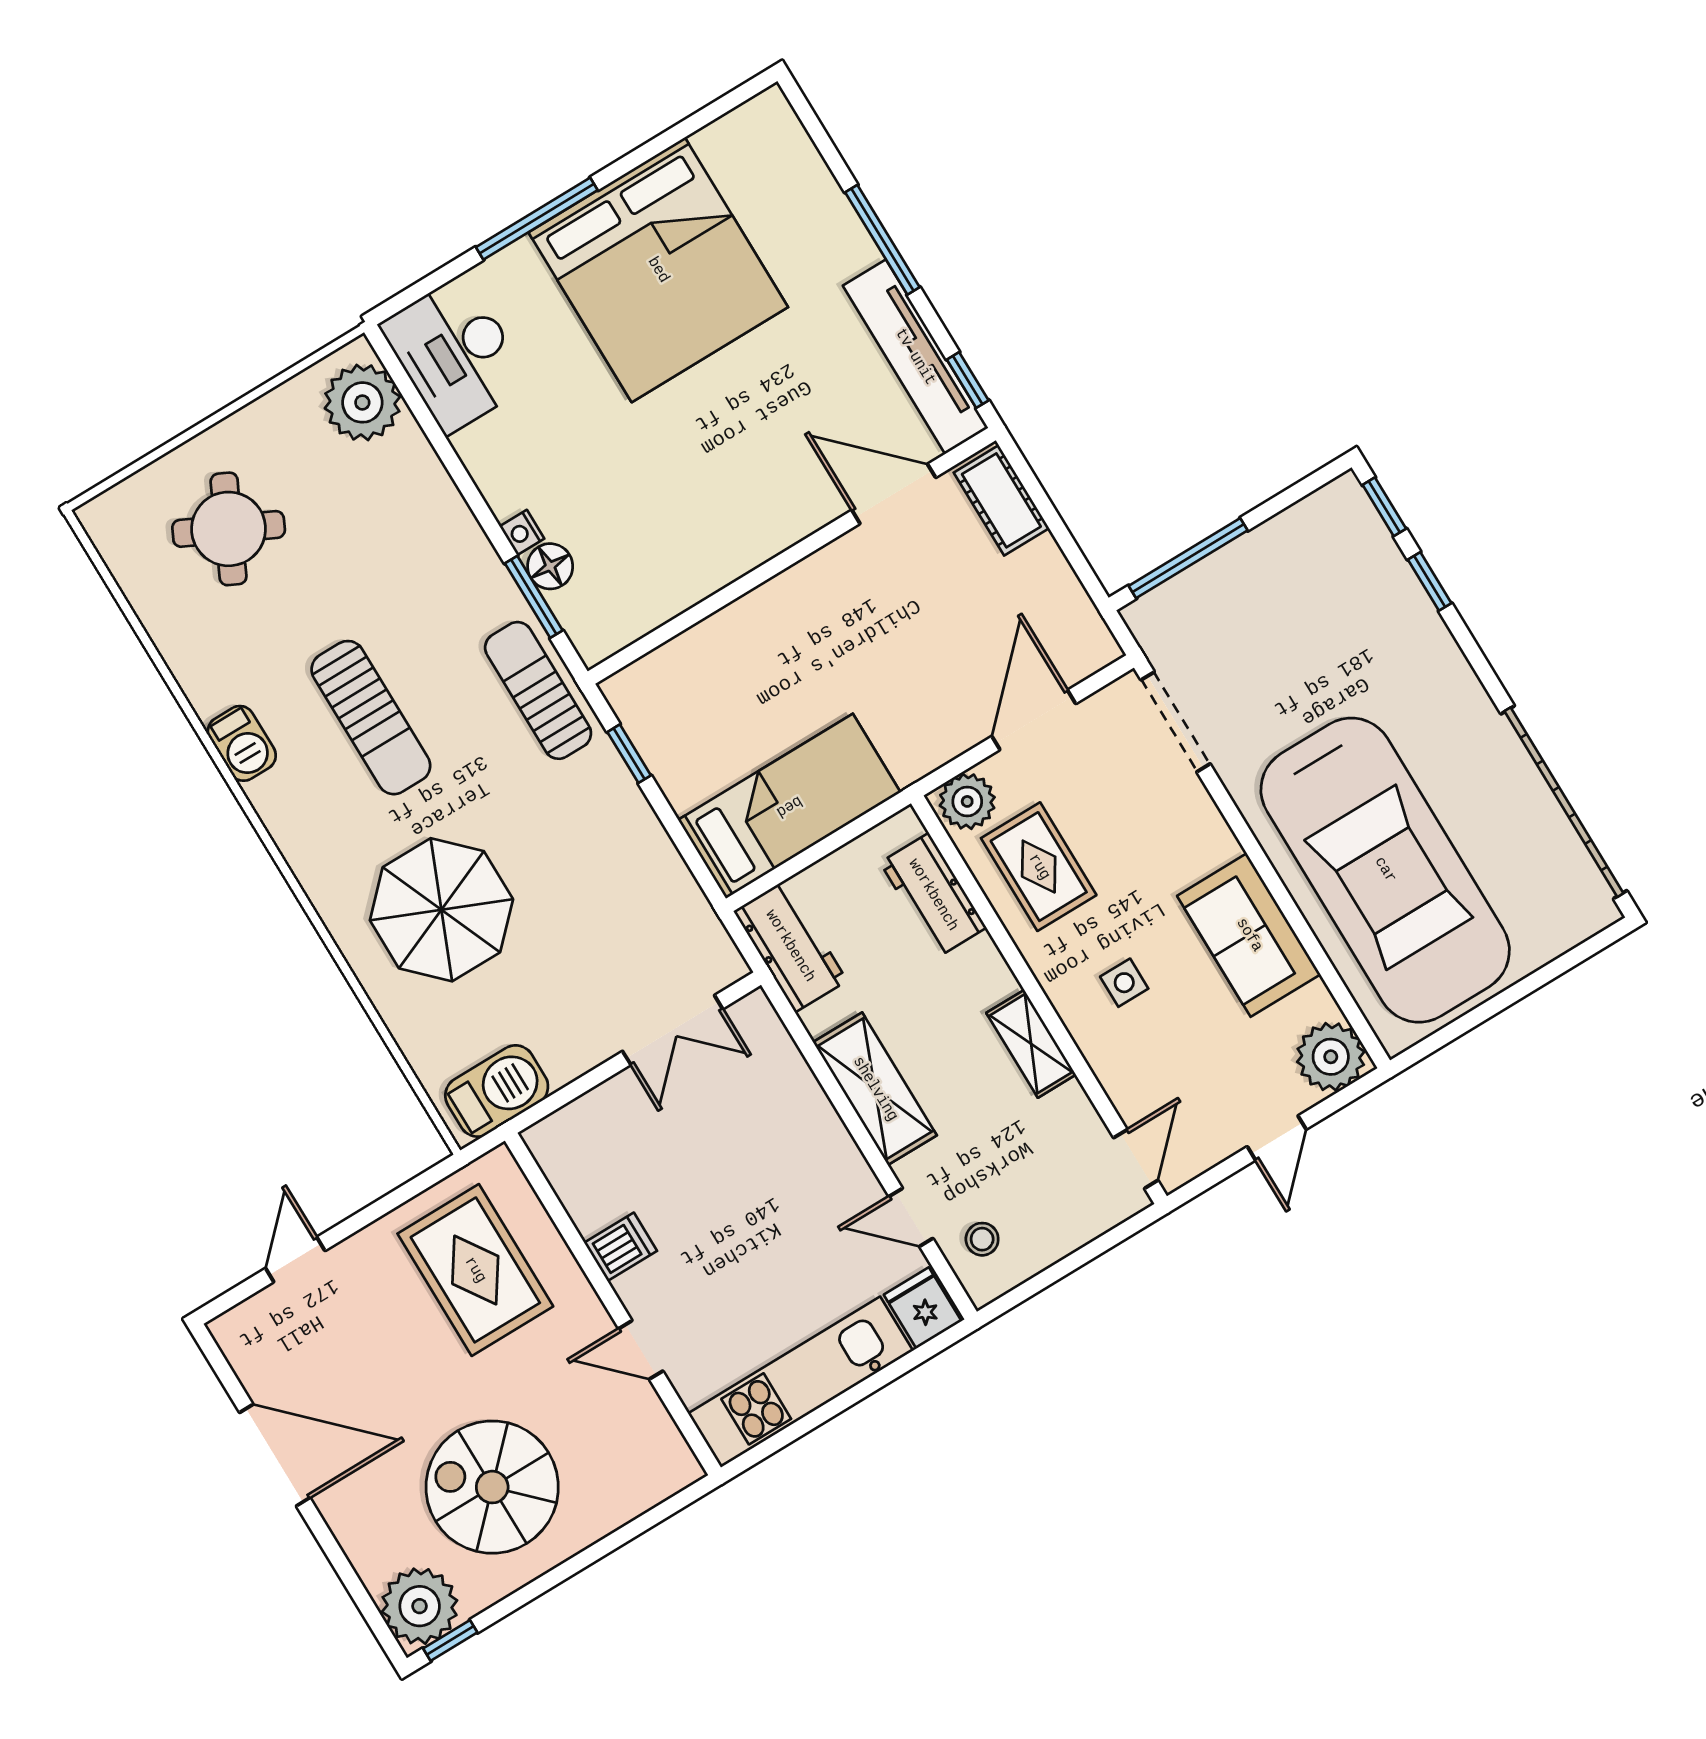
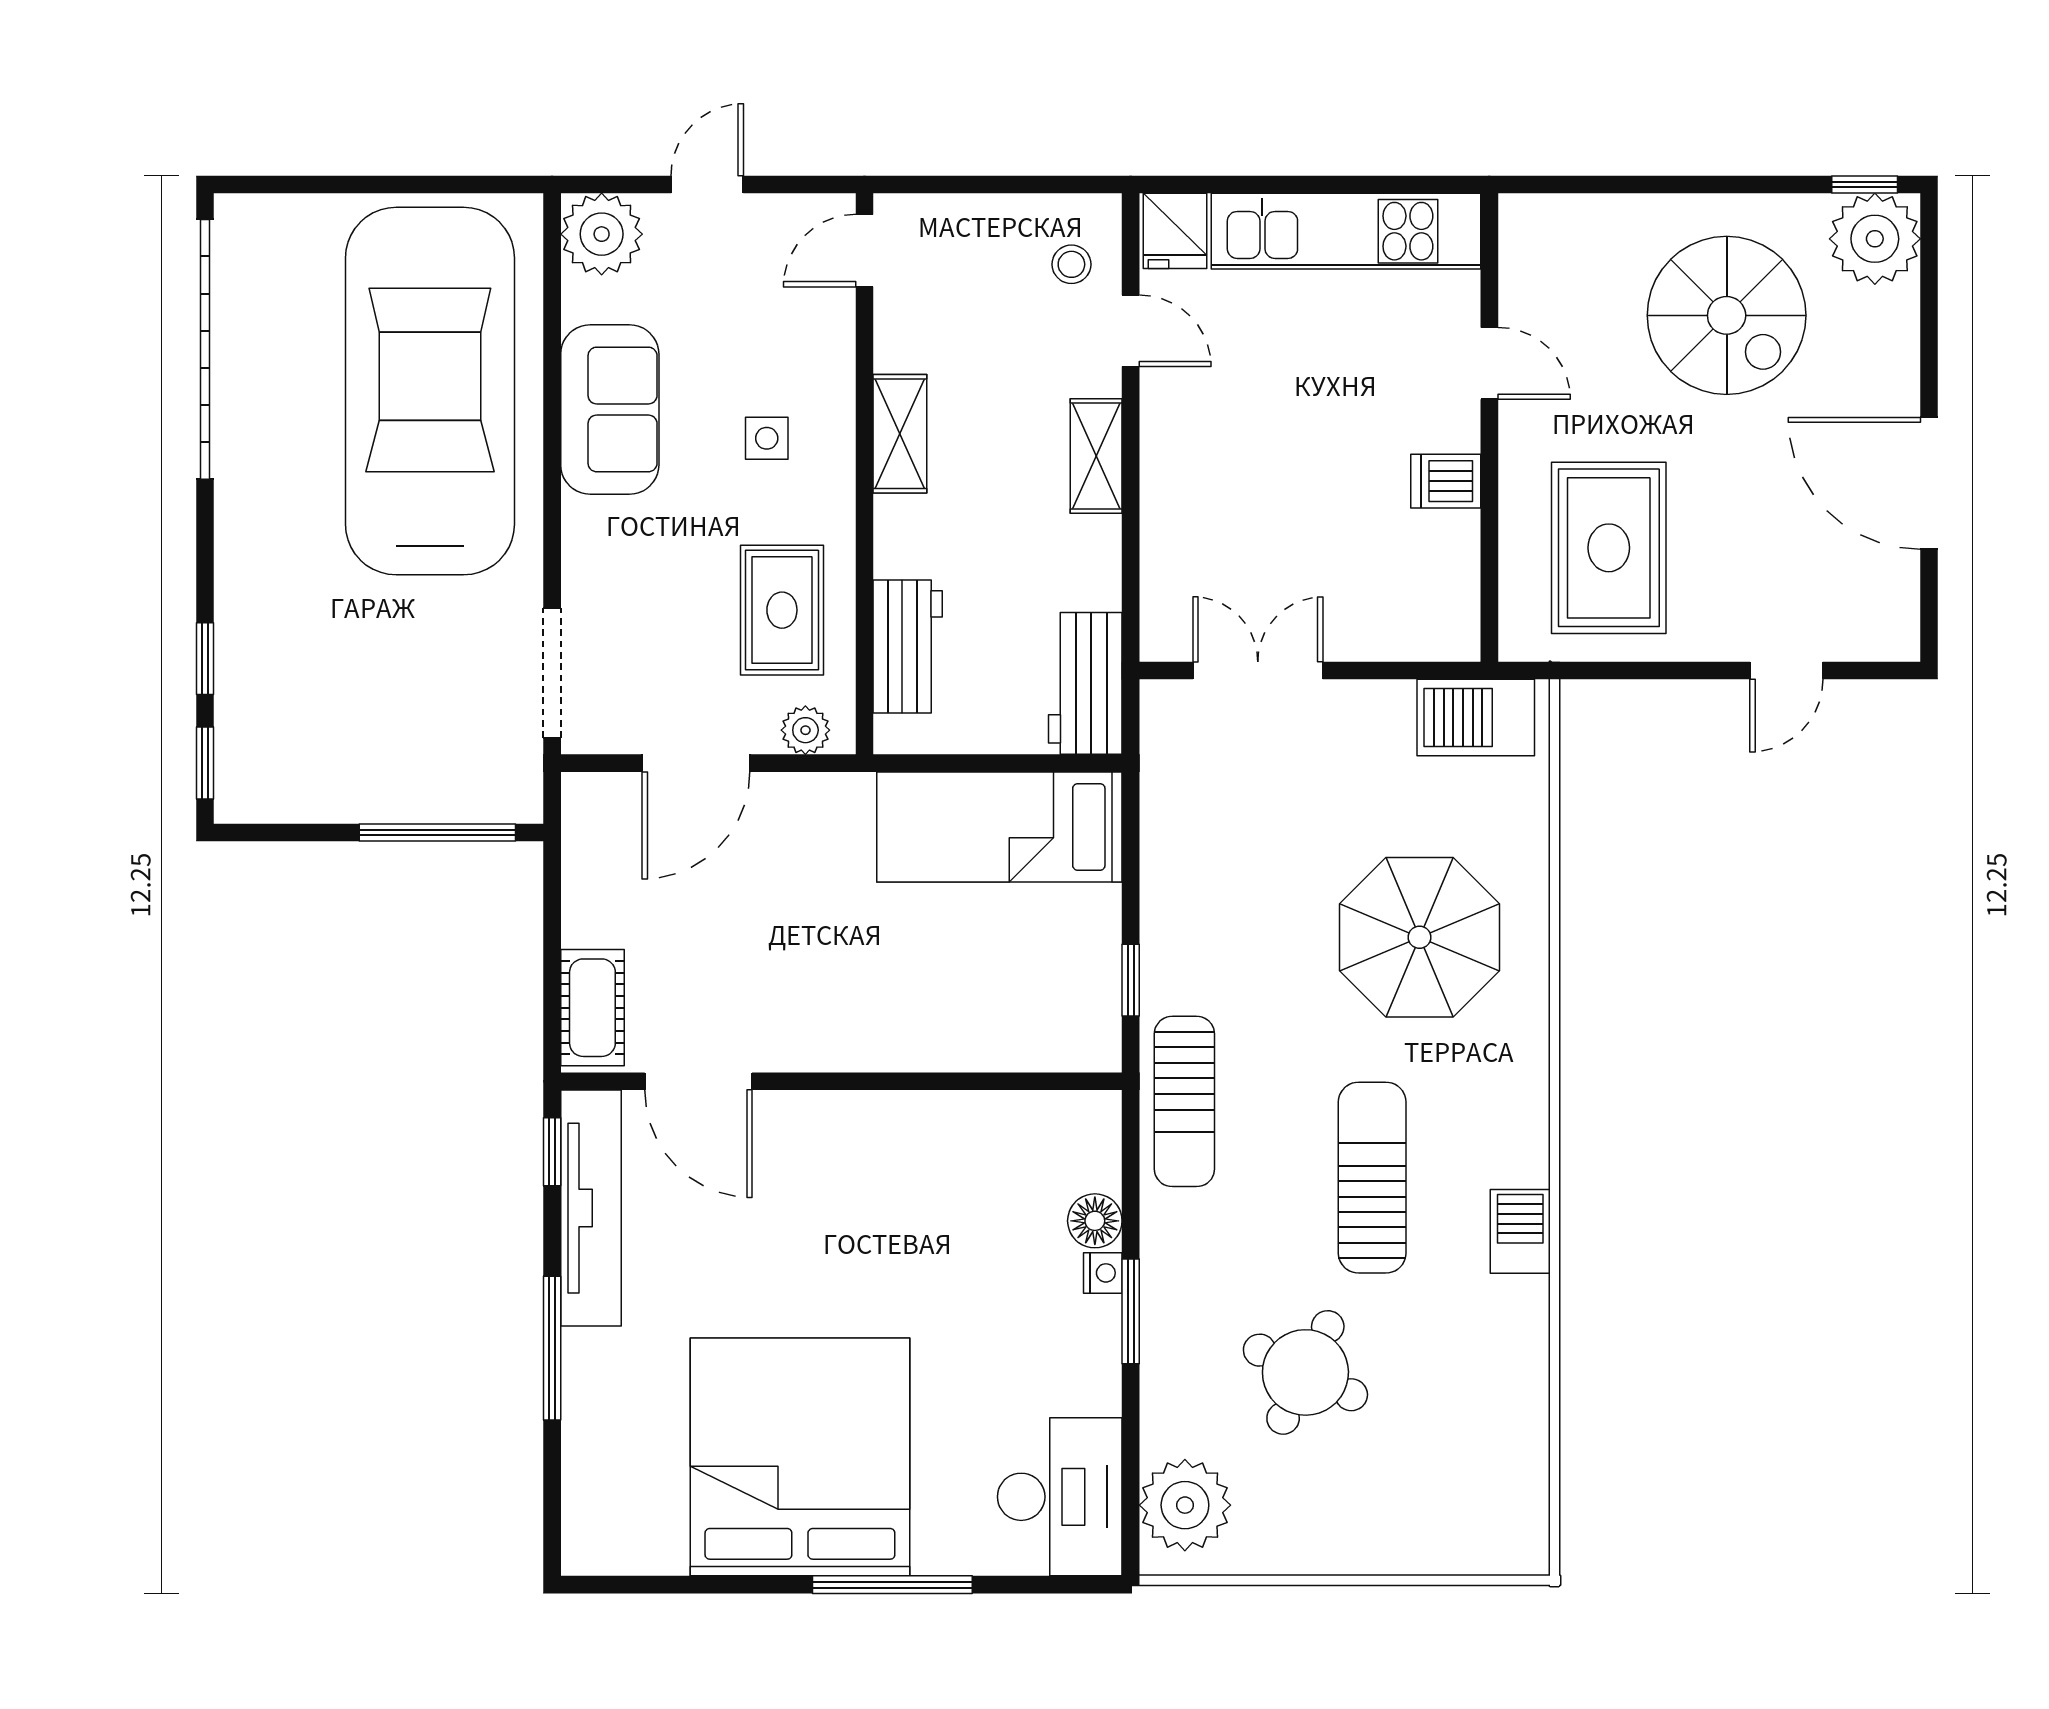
round table: (229, 529) -> (1305, 1372), moved
window: (534, 597) -> (1131, 1311), moved
plant: (967, 801) -> (805, 730), width x0.73, depth x0.73
shelving: (875, 1089) -> (1096, 456), width x0.67, depth x0.75

